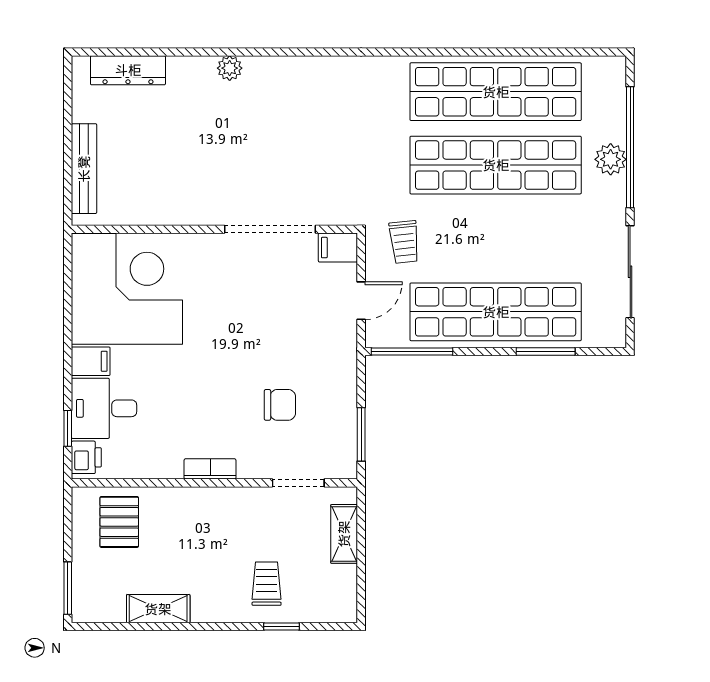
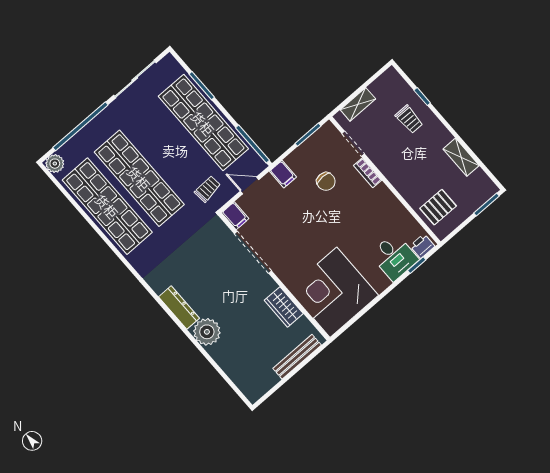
plant: (230, 68) -> (207, 332), width x1.88, depth x1.88
dresser: (128, 70) -> (179, 308), moved
plant: (611, 159) -> (55, 164), moved
wardrobe: (164, 208) -> (284, 307), added
filing cabinet: (91, 361) -> (283, 174), moved, turned 180
chair: (280, 405) -> (326, 181), turned 180
bookcase: (210, 469) -> (368, 173), moved
trolley: (267, 584) -> (409, 119), turned -90

